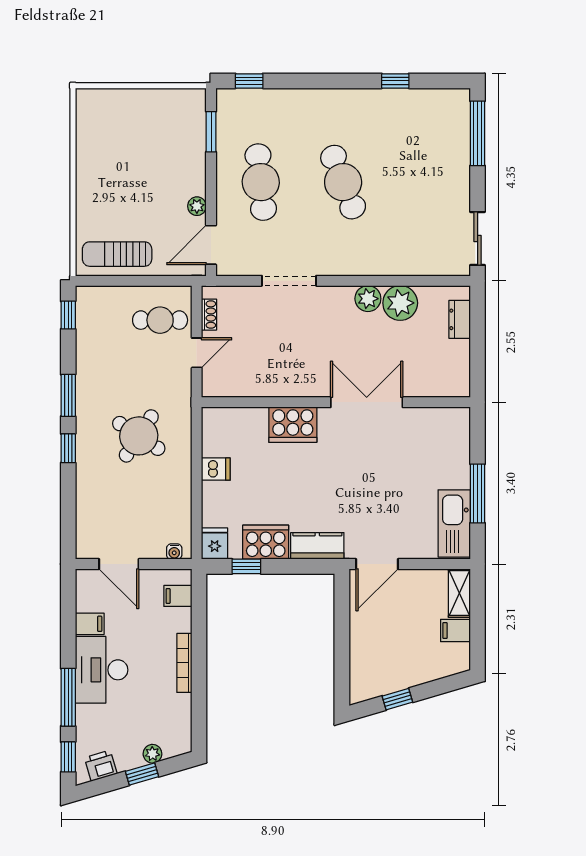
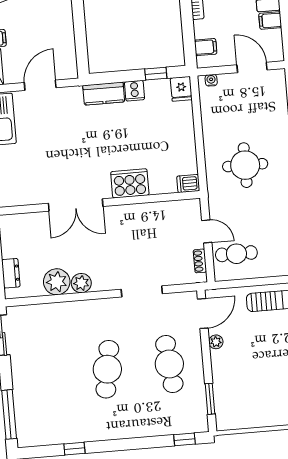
cafe table: (343, 182) -> (107, 369), turned 30
door: (197, 353) -> (207, 231), swing flipped
round table: (139, 436) -> (245, 165), turned -33
dishwasher: (216, 469) -> (188, 183), moved
cooker: (266, 542) -> (134, 91), width x0.53, depth x0.76
door: (377, 564) -> (40, 85), moved

